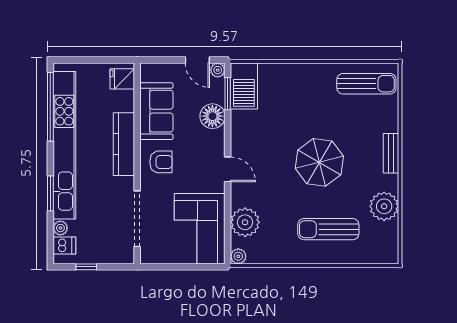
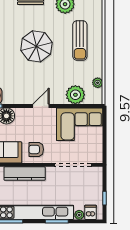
armchair: (161, 162) -> (36, 149), turned -90
plant: (238, 256) -> (98, 83), moved

